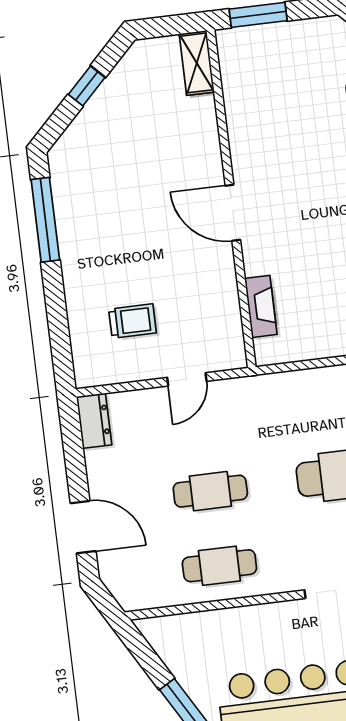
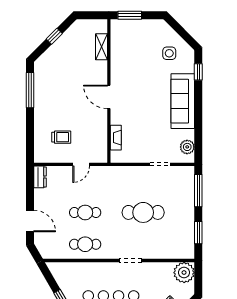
shelving: (197, 63) -> (101, 47), moved

